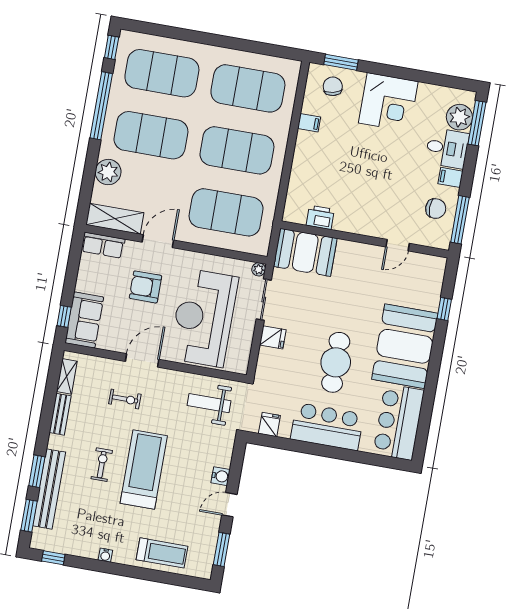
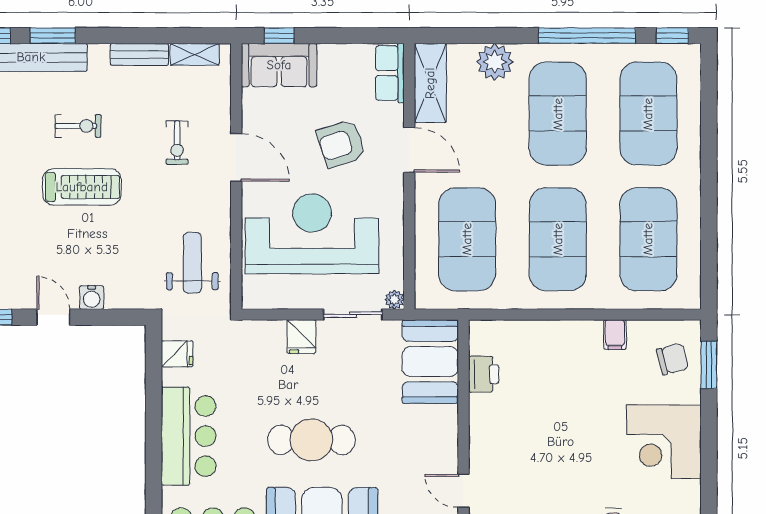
armchair: (146, 287) -> (341, 144), turned -108
cafe table: (336, 362) -> (311, 440), moved
treadmill: (144, 470) -> (82, 187), width x0.73, depth x0.73

